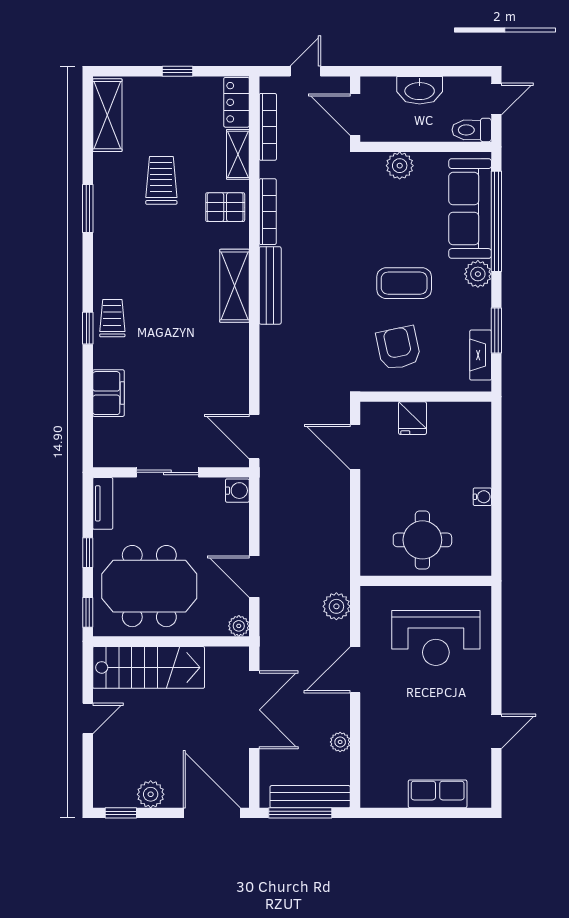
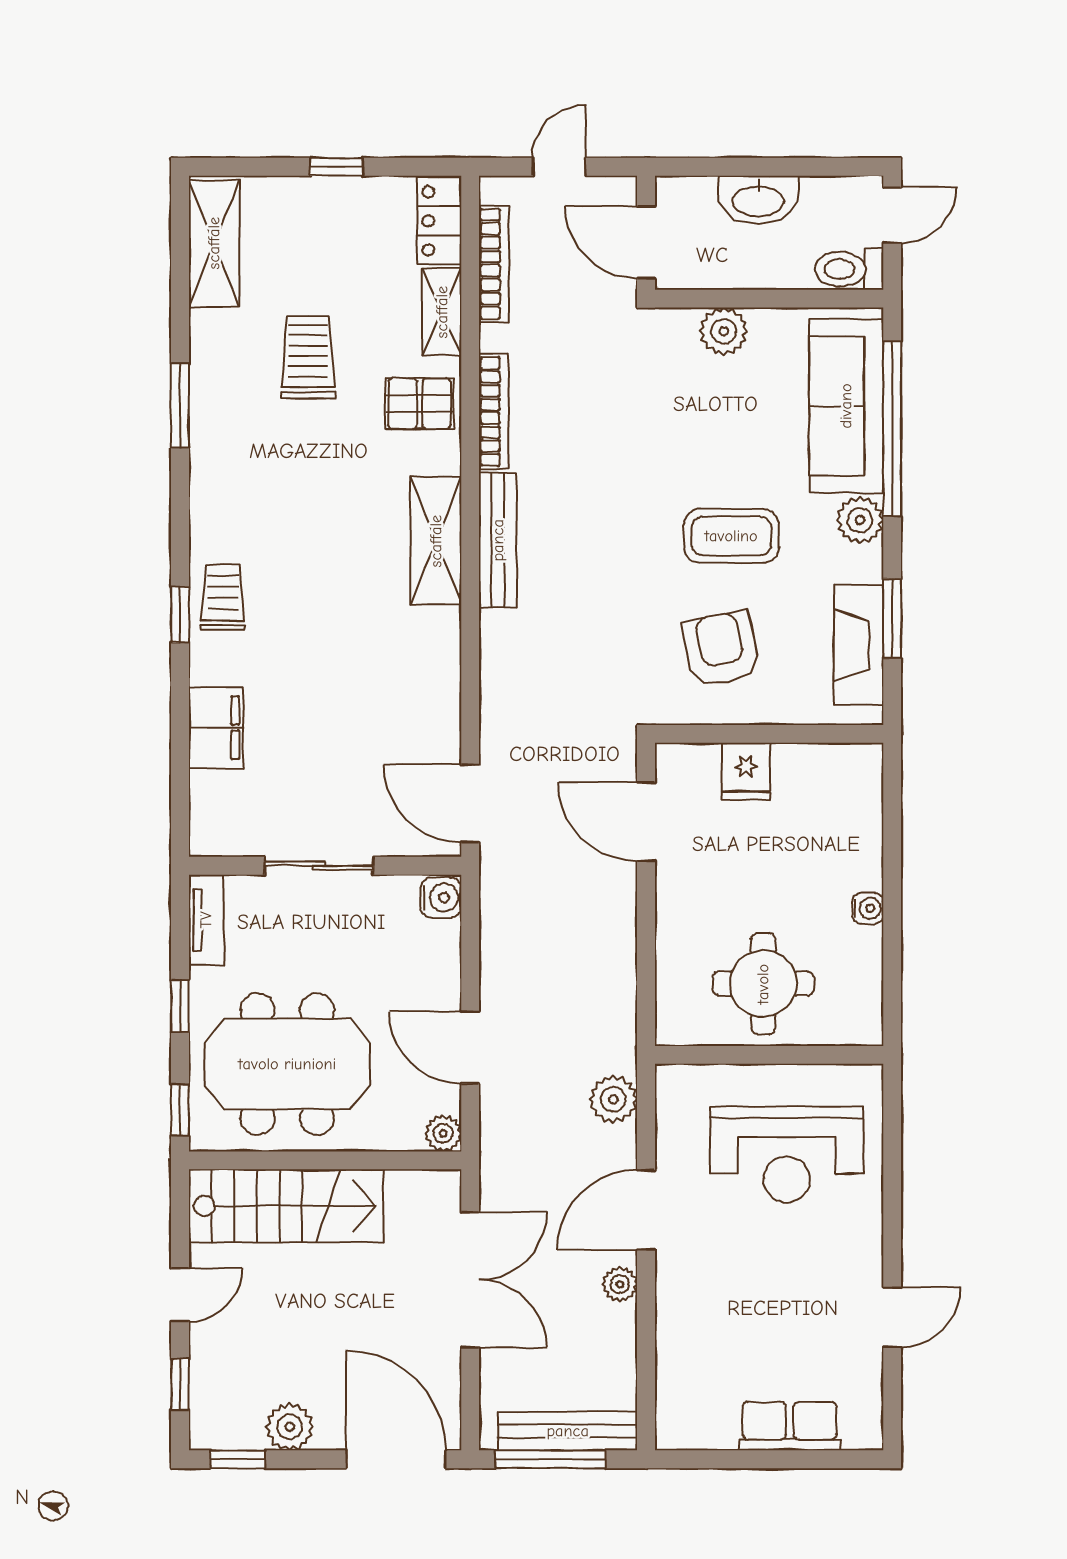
fireplace: (481, 355) -> (859, 645), width x1.37, depth x1.32
plant: (340, 742) -> (620, 1284), moved
window: (88, 770) -> (180, 1384), added

